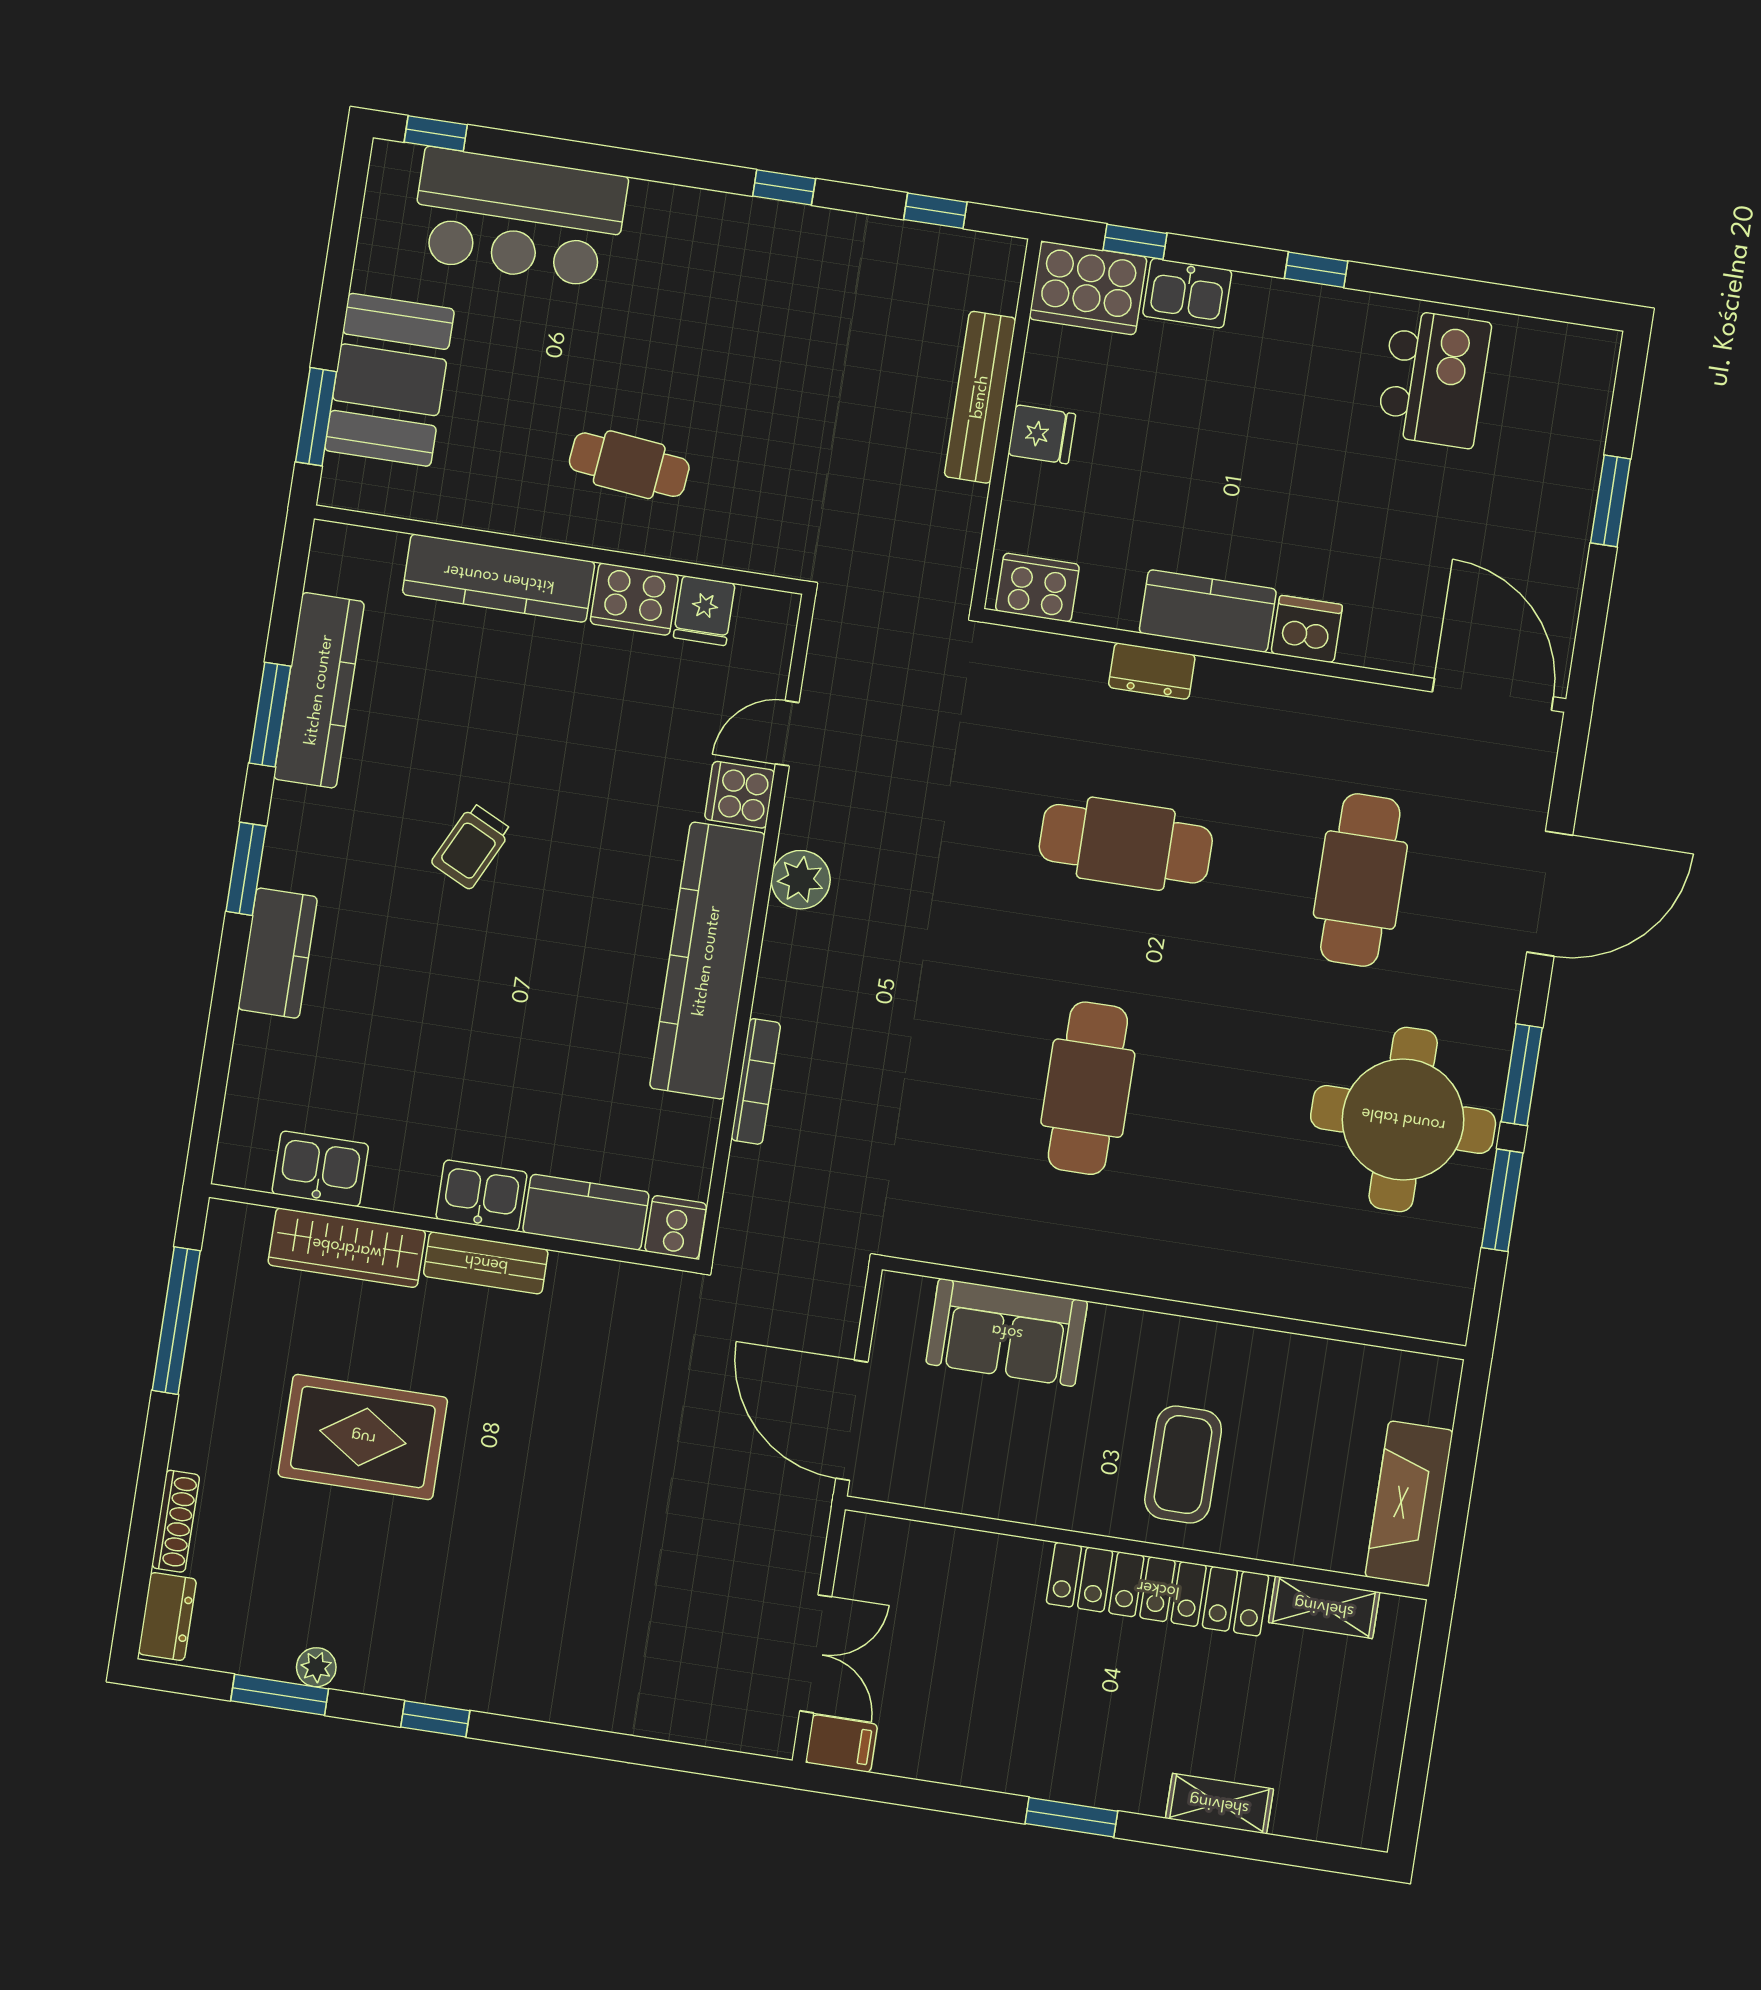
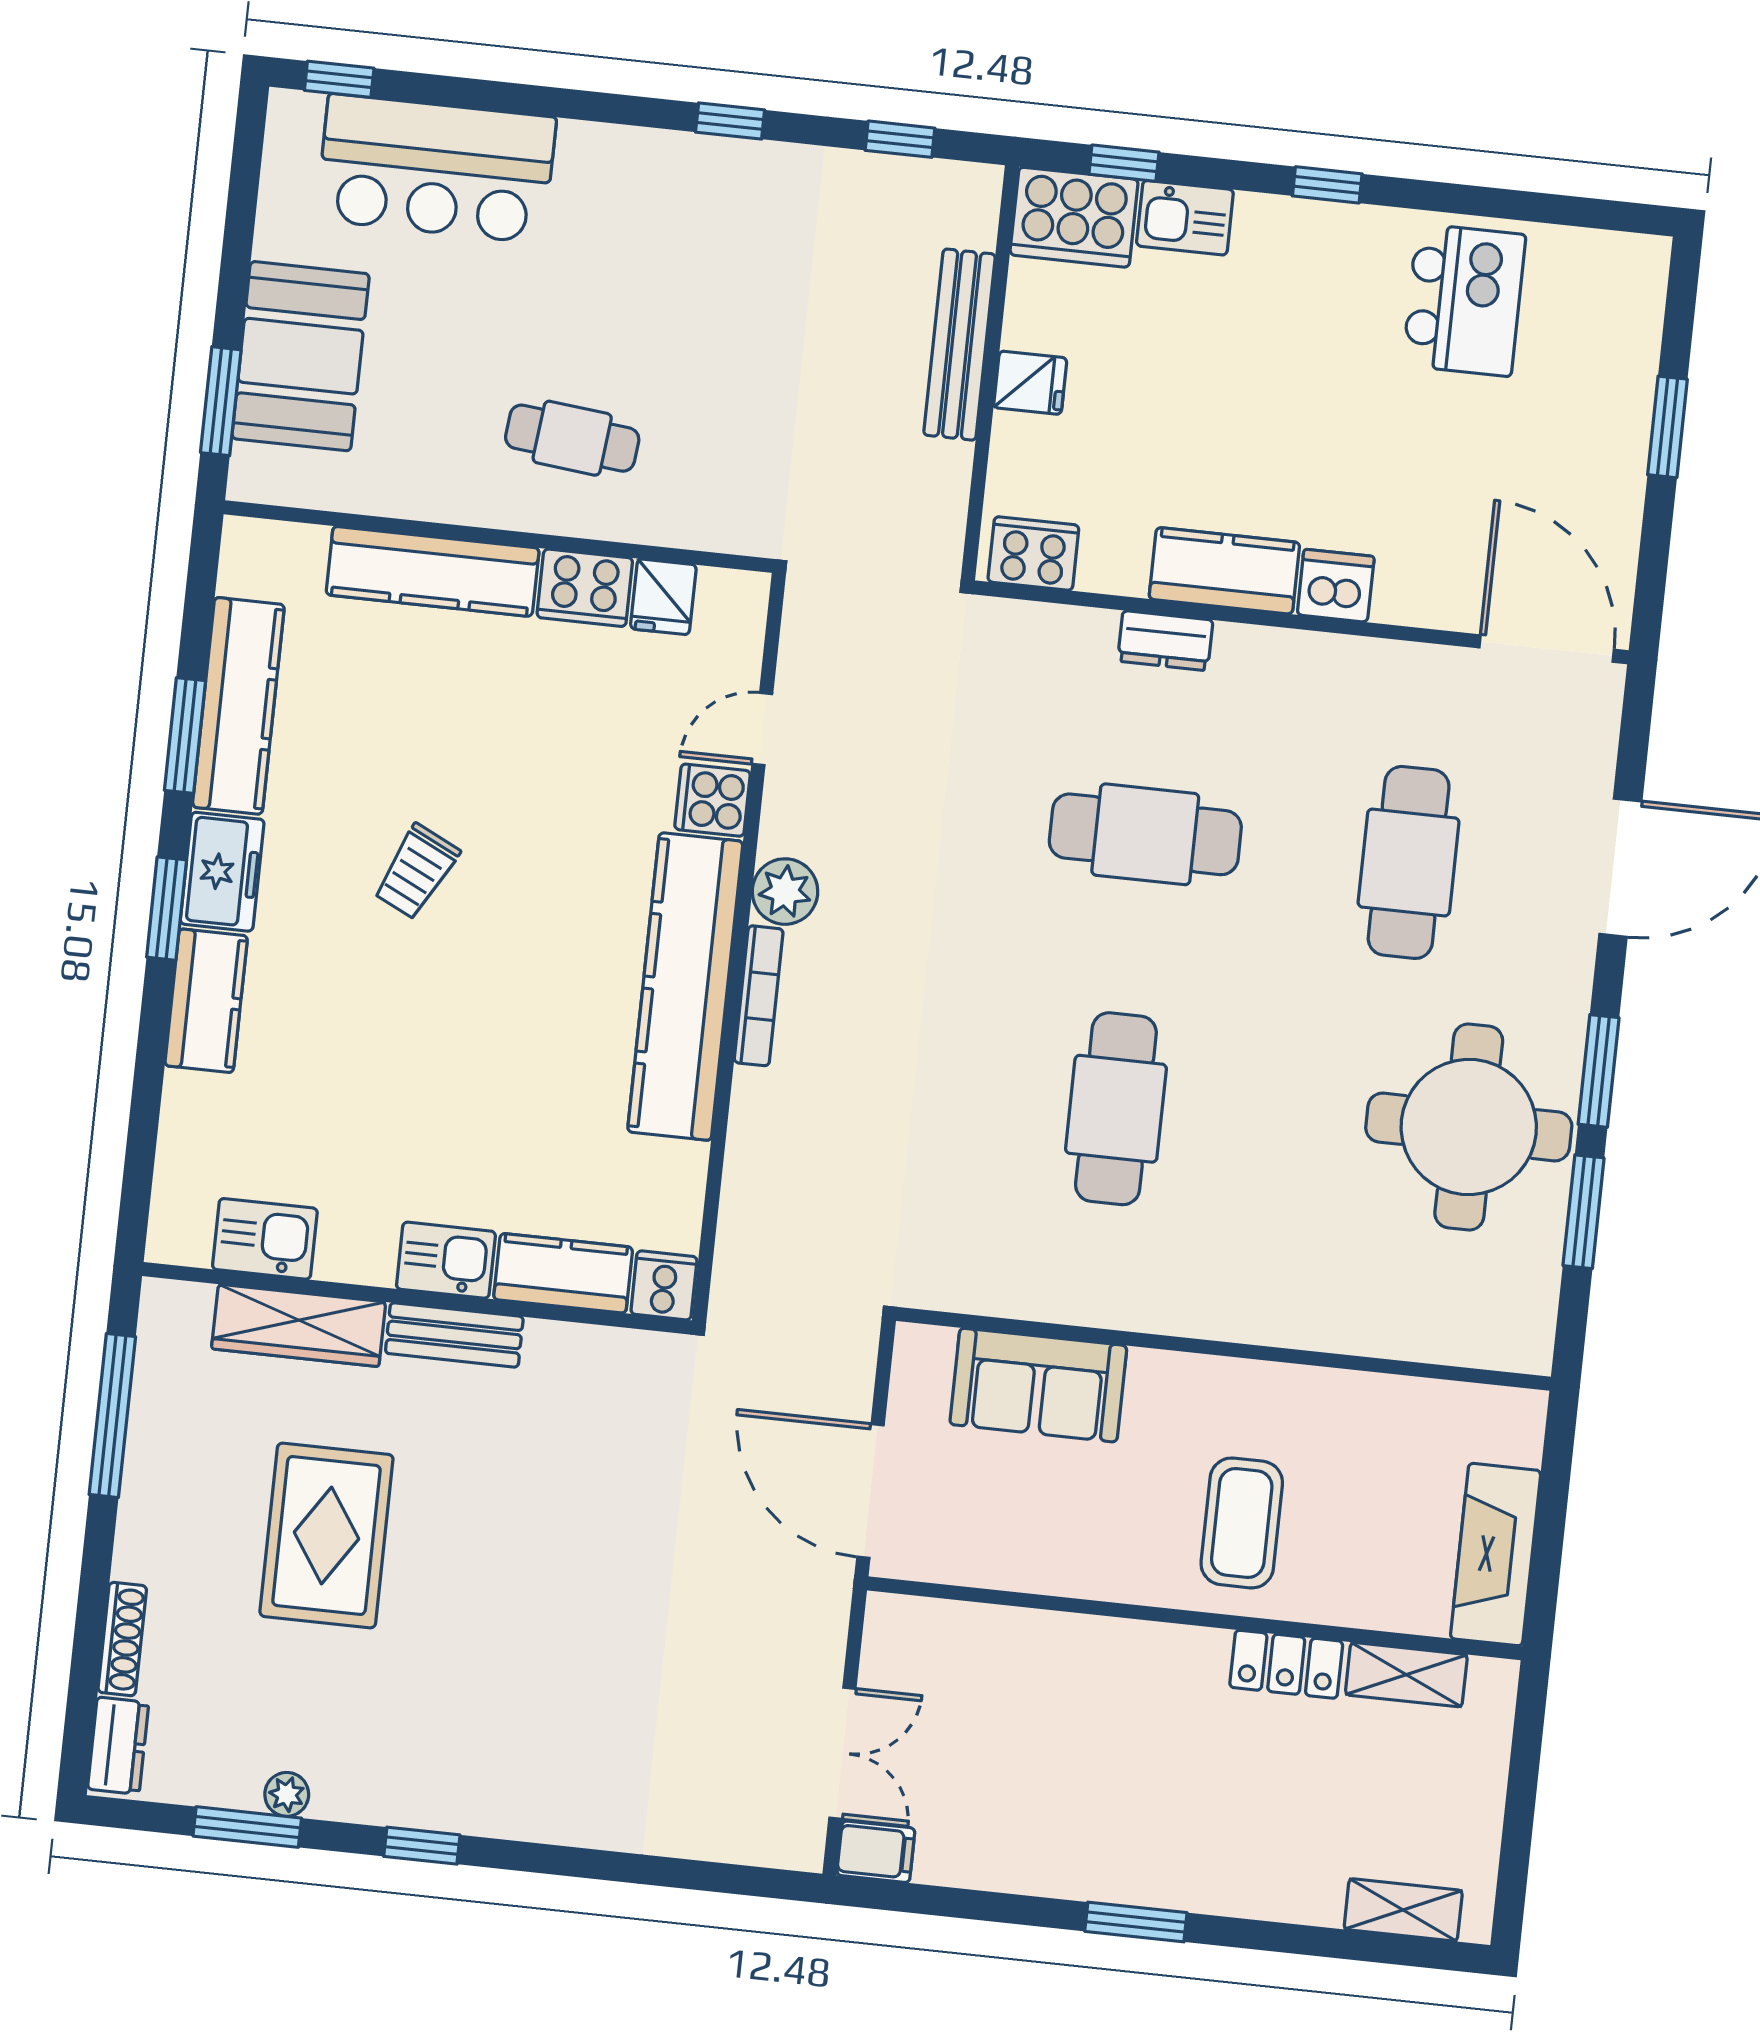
freezer: (297, 838) -> (222, 872), added
bookcase: (756, 1081) -> (759, 996), moved
rug: (363, 1437) -> (326, 1535), turned 90
locker: (1158, 1589) -> (1286, 1664), width x0.46, depth x0.83
shelving: (1219, 1804) -> (1403, 1910), moved

